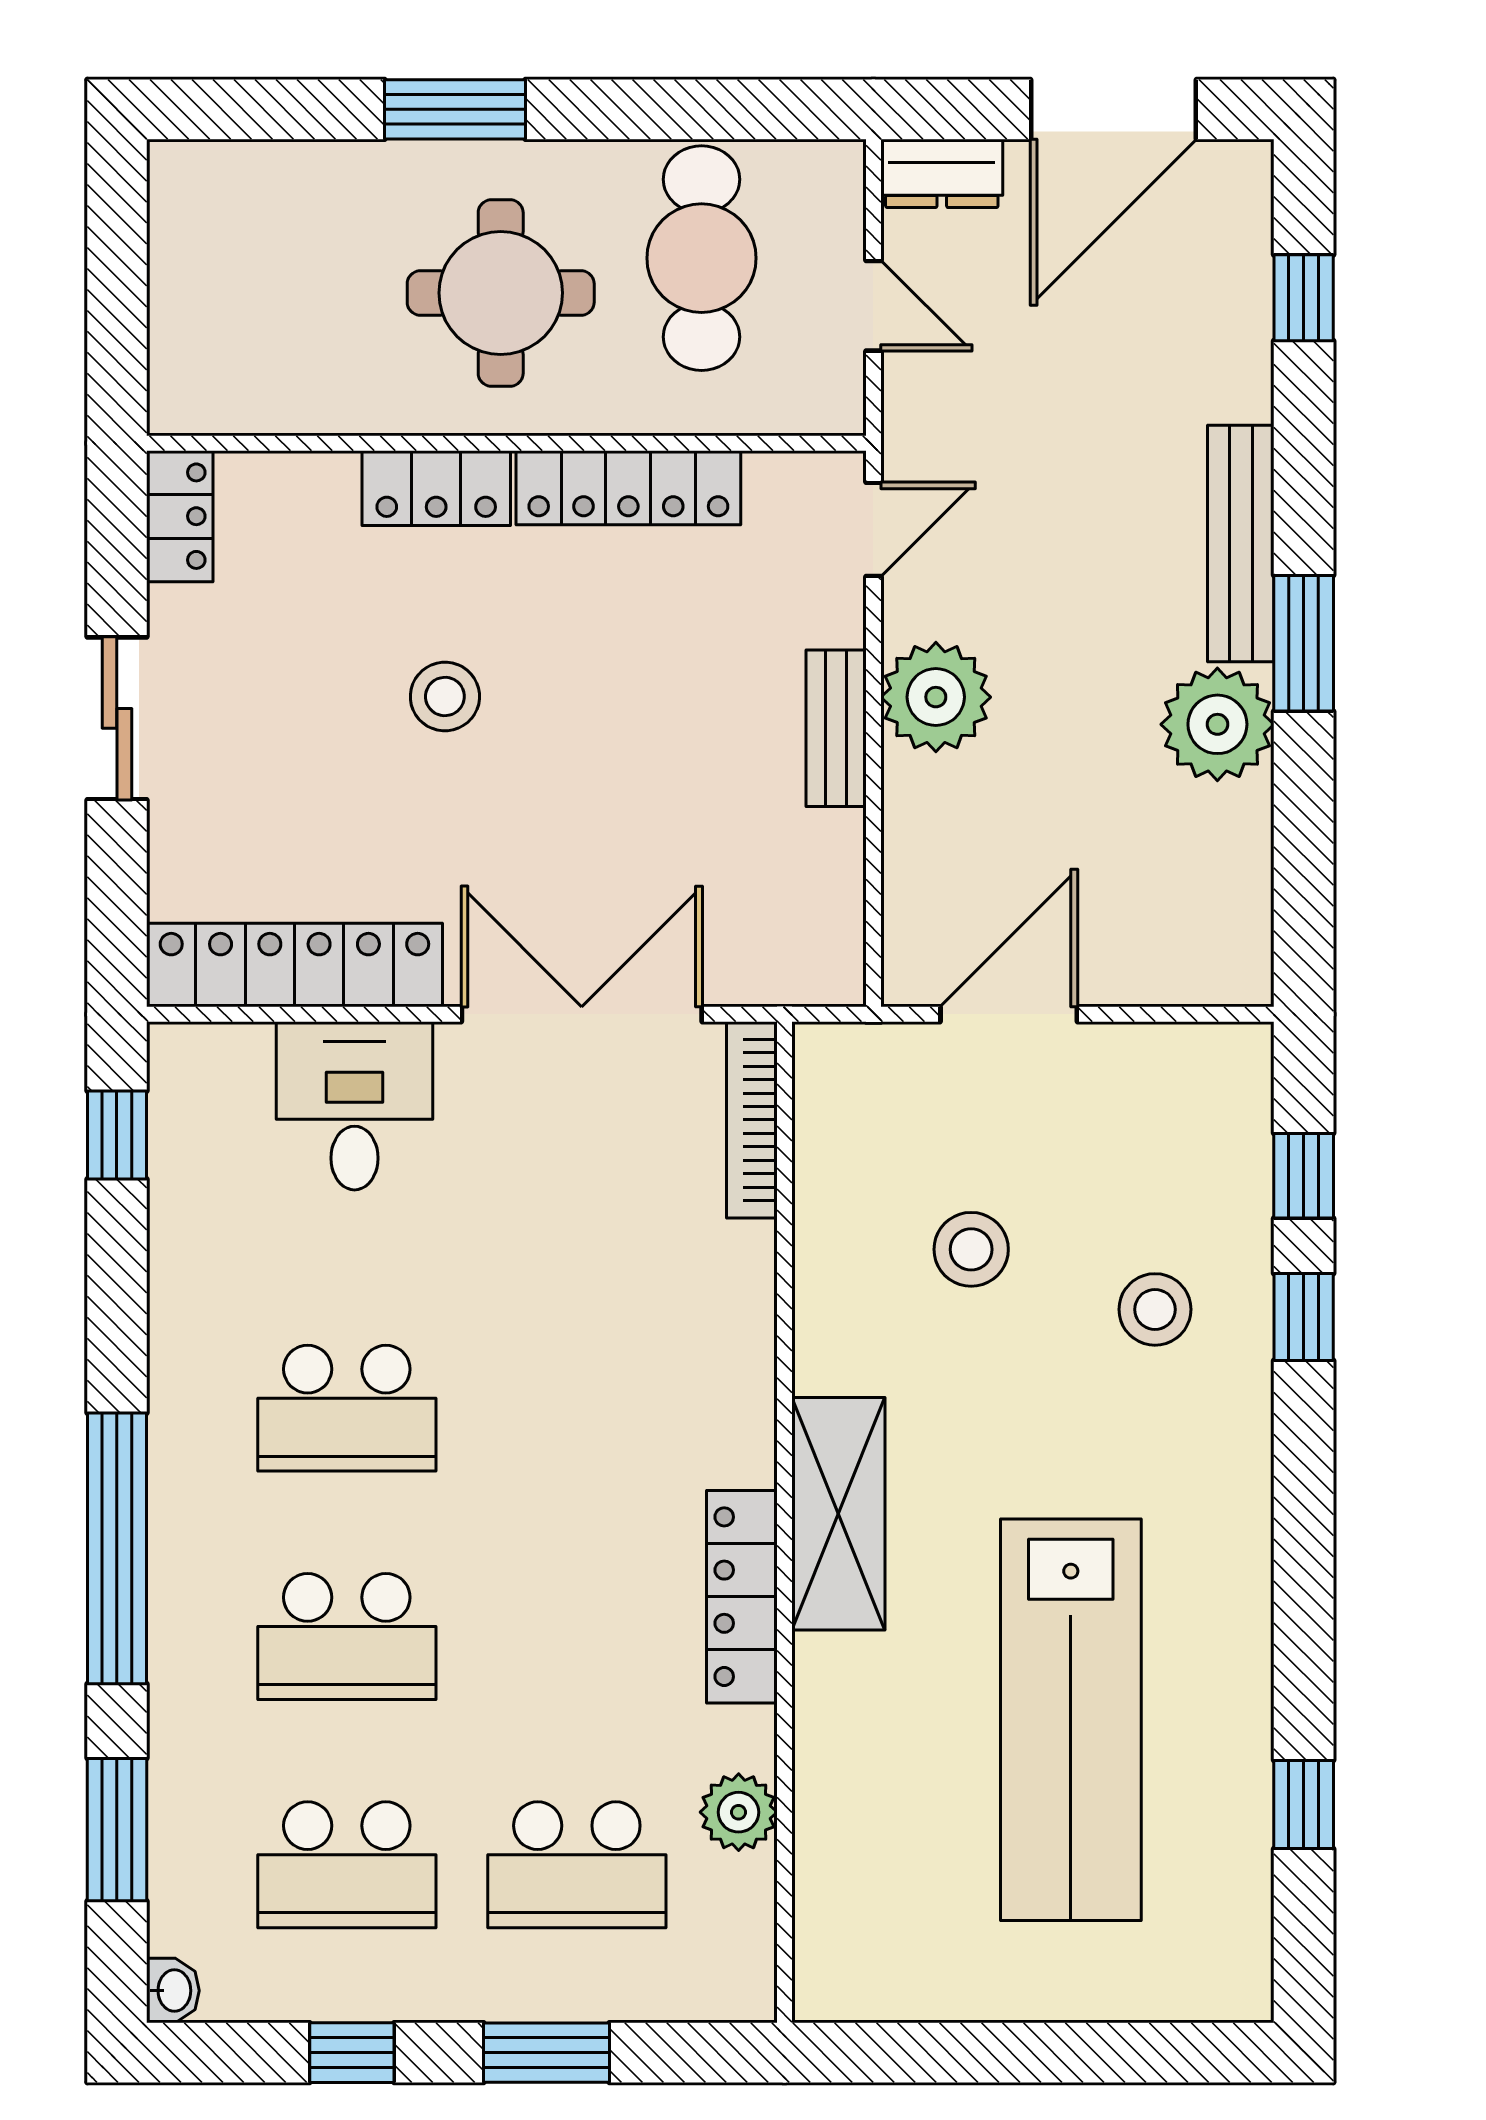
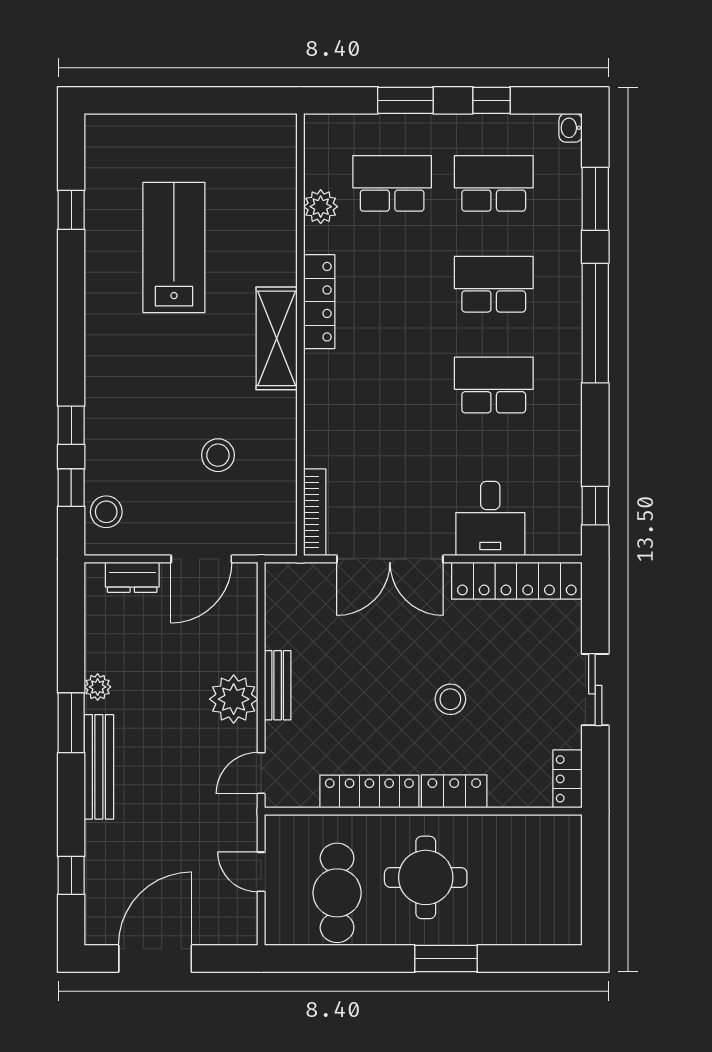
dresser: (942, 173) -> (132, 577), moved, turned 180
plant: (1217, 724) -> (98, 687), width x0.53, depth x0.53
stool: (1155, 1309) -> (106, 512), moved
lab bench: (1071, 1720) -> (174, 247), width x0.73

